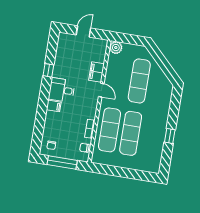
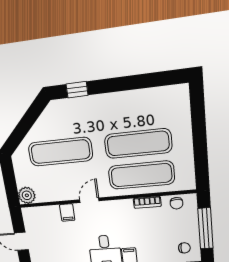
filing cabinet: (96, 72) -> (67, 212), width x0.50
window: (170, 136) -> (77, 90), moved

